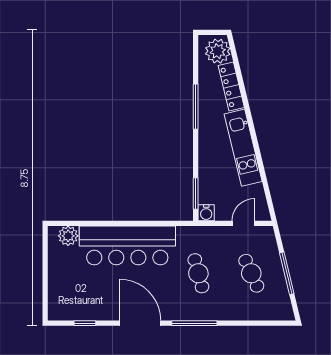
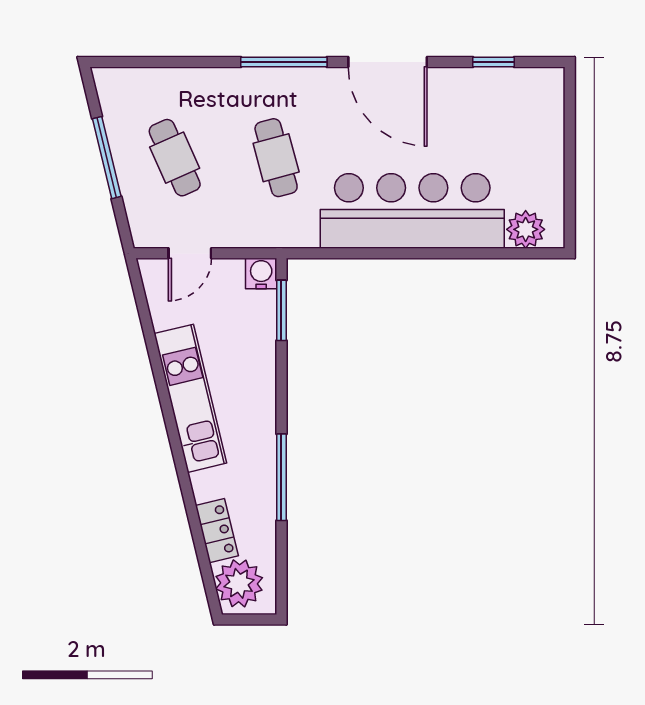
locker: (231, 87) -> (217, 531), width x0.66

